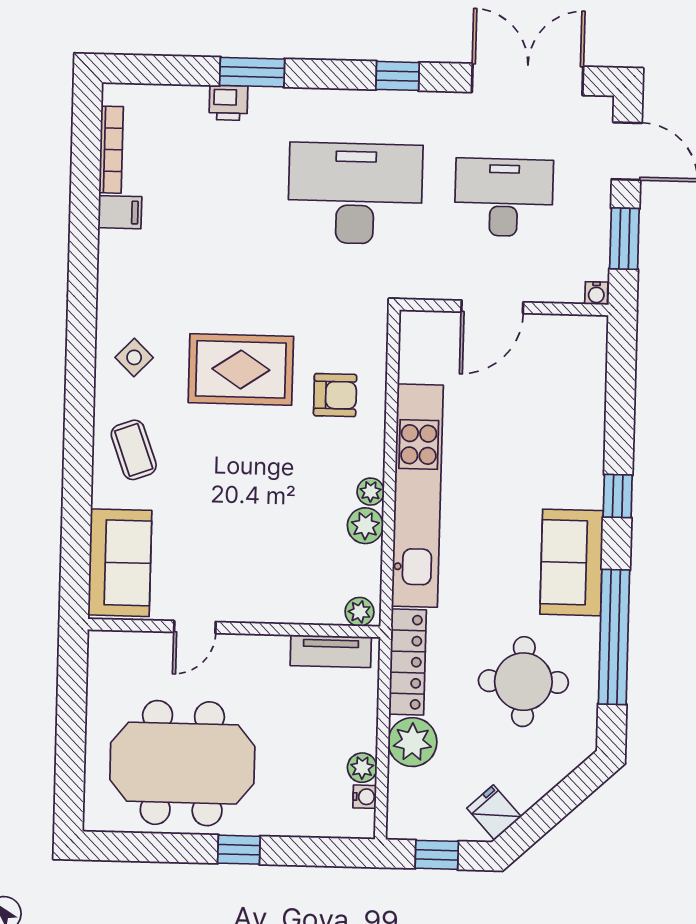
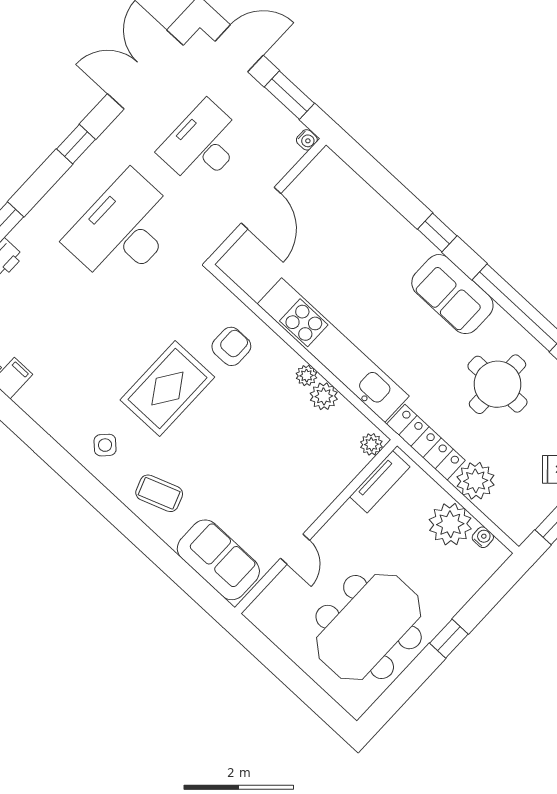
plant: (362, 768) -> (450, 524), width x1.87, depth x1.87

